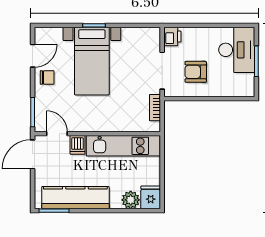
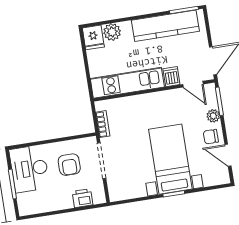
printer: (172, 36) -> (82, 198), moved, turned 90
desk: (237, 50) -> (29, 169), moved
door: (33, 56) -> (228, 155), hinge flipped
armchair: (196, 72) -> (69, 165), turned 90
plant: (41, 98) -> (213, 116), added

